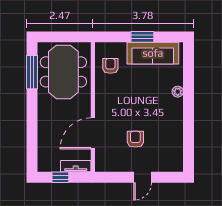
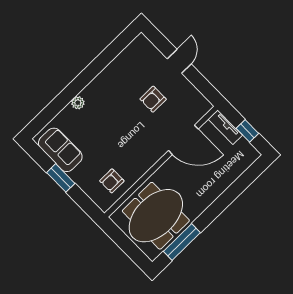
sofa: (153, 53) -> (60, 150), width x0.73
door: (143, 177) -> (179, 61), hinge flipped

